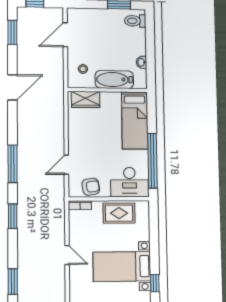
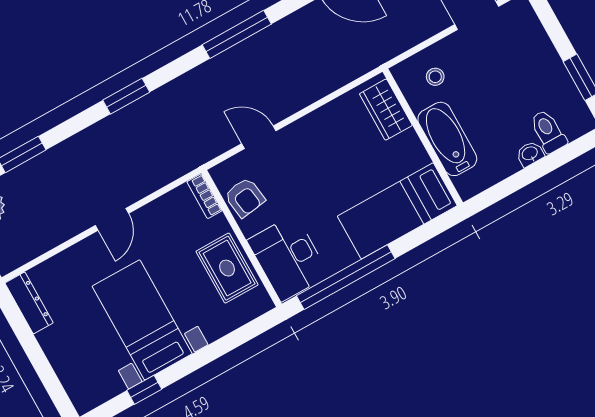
toilet: (135, 21) -> (548, 131), moved
washbasin: (141, 62) -> (530, 154), moved
window: (13, 164) -> (237, 34), moved

